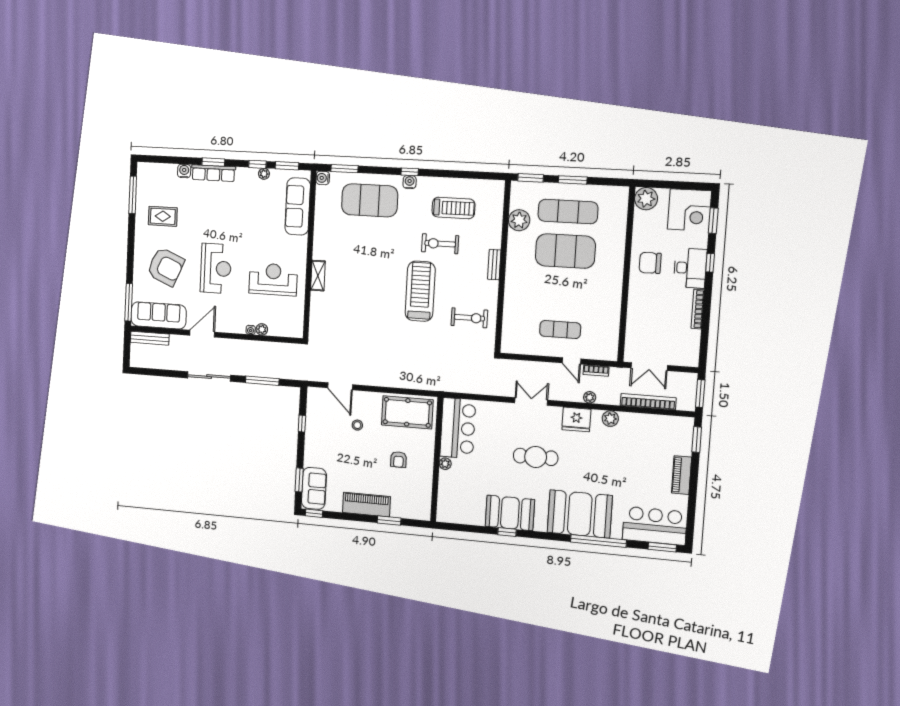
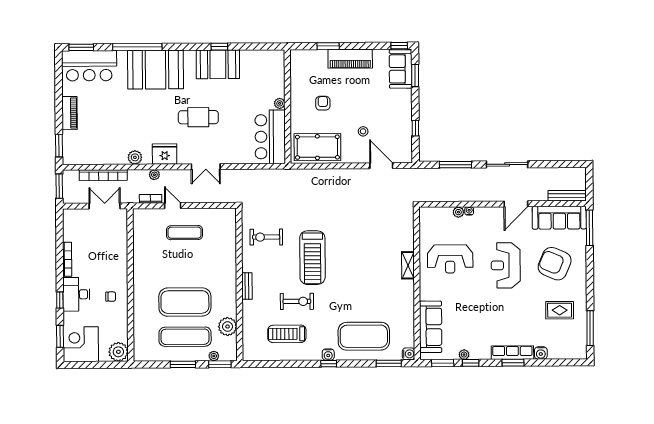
plant: (537, 188) -> (214, 356), added
chair: (650, 263) -> (111, 297), width x0.54, depth x0.54

